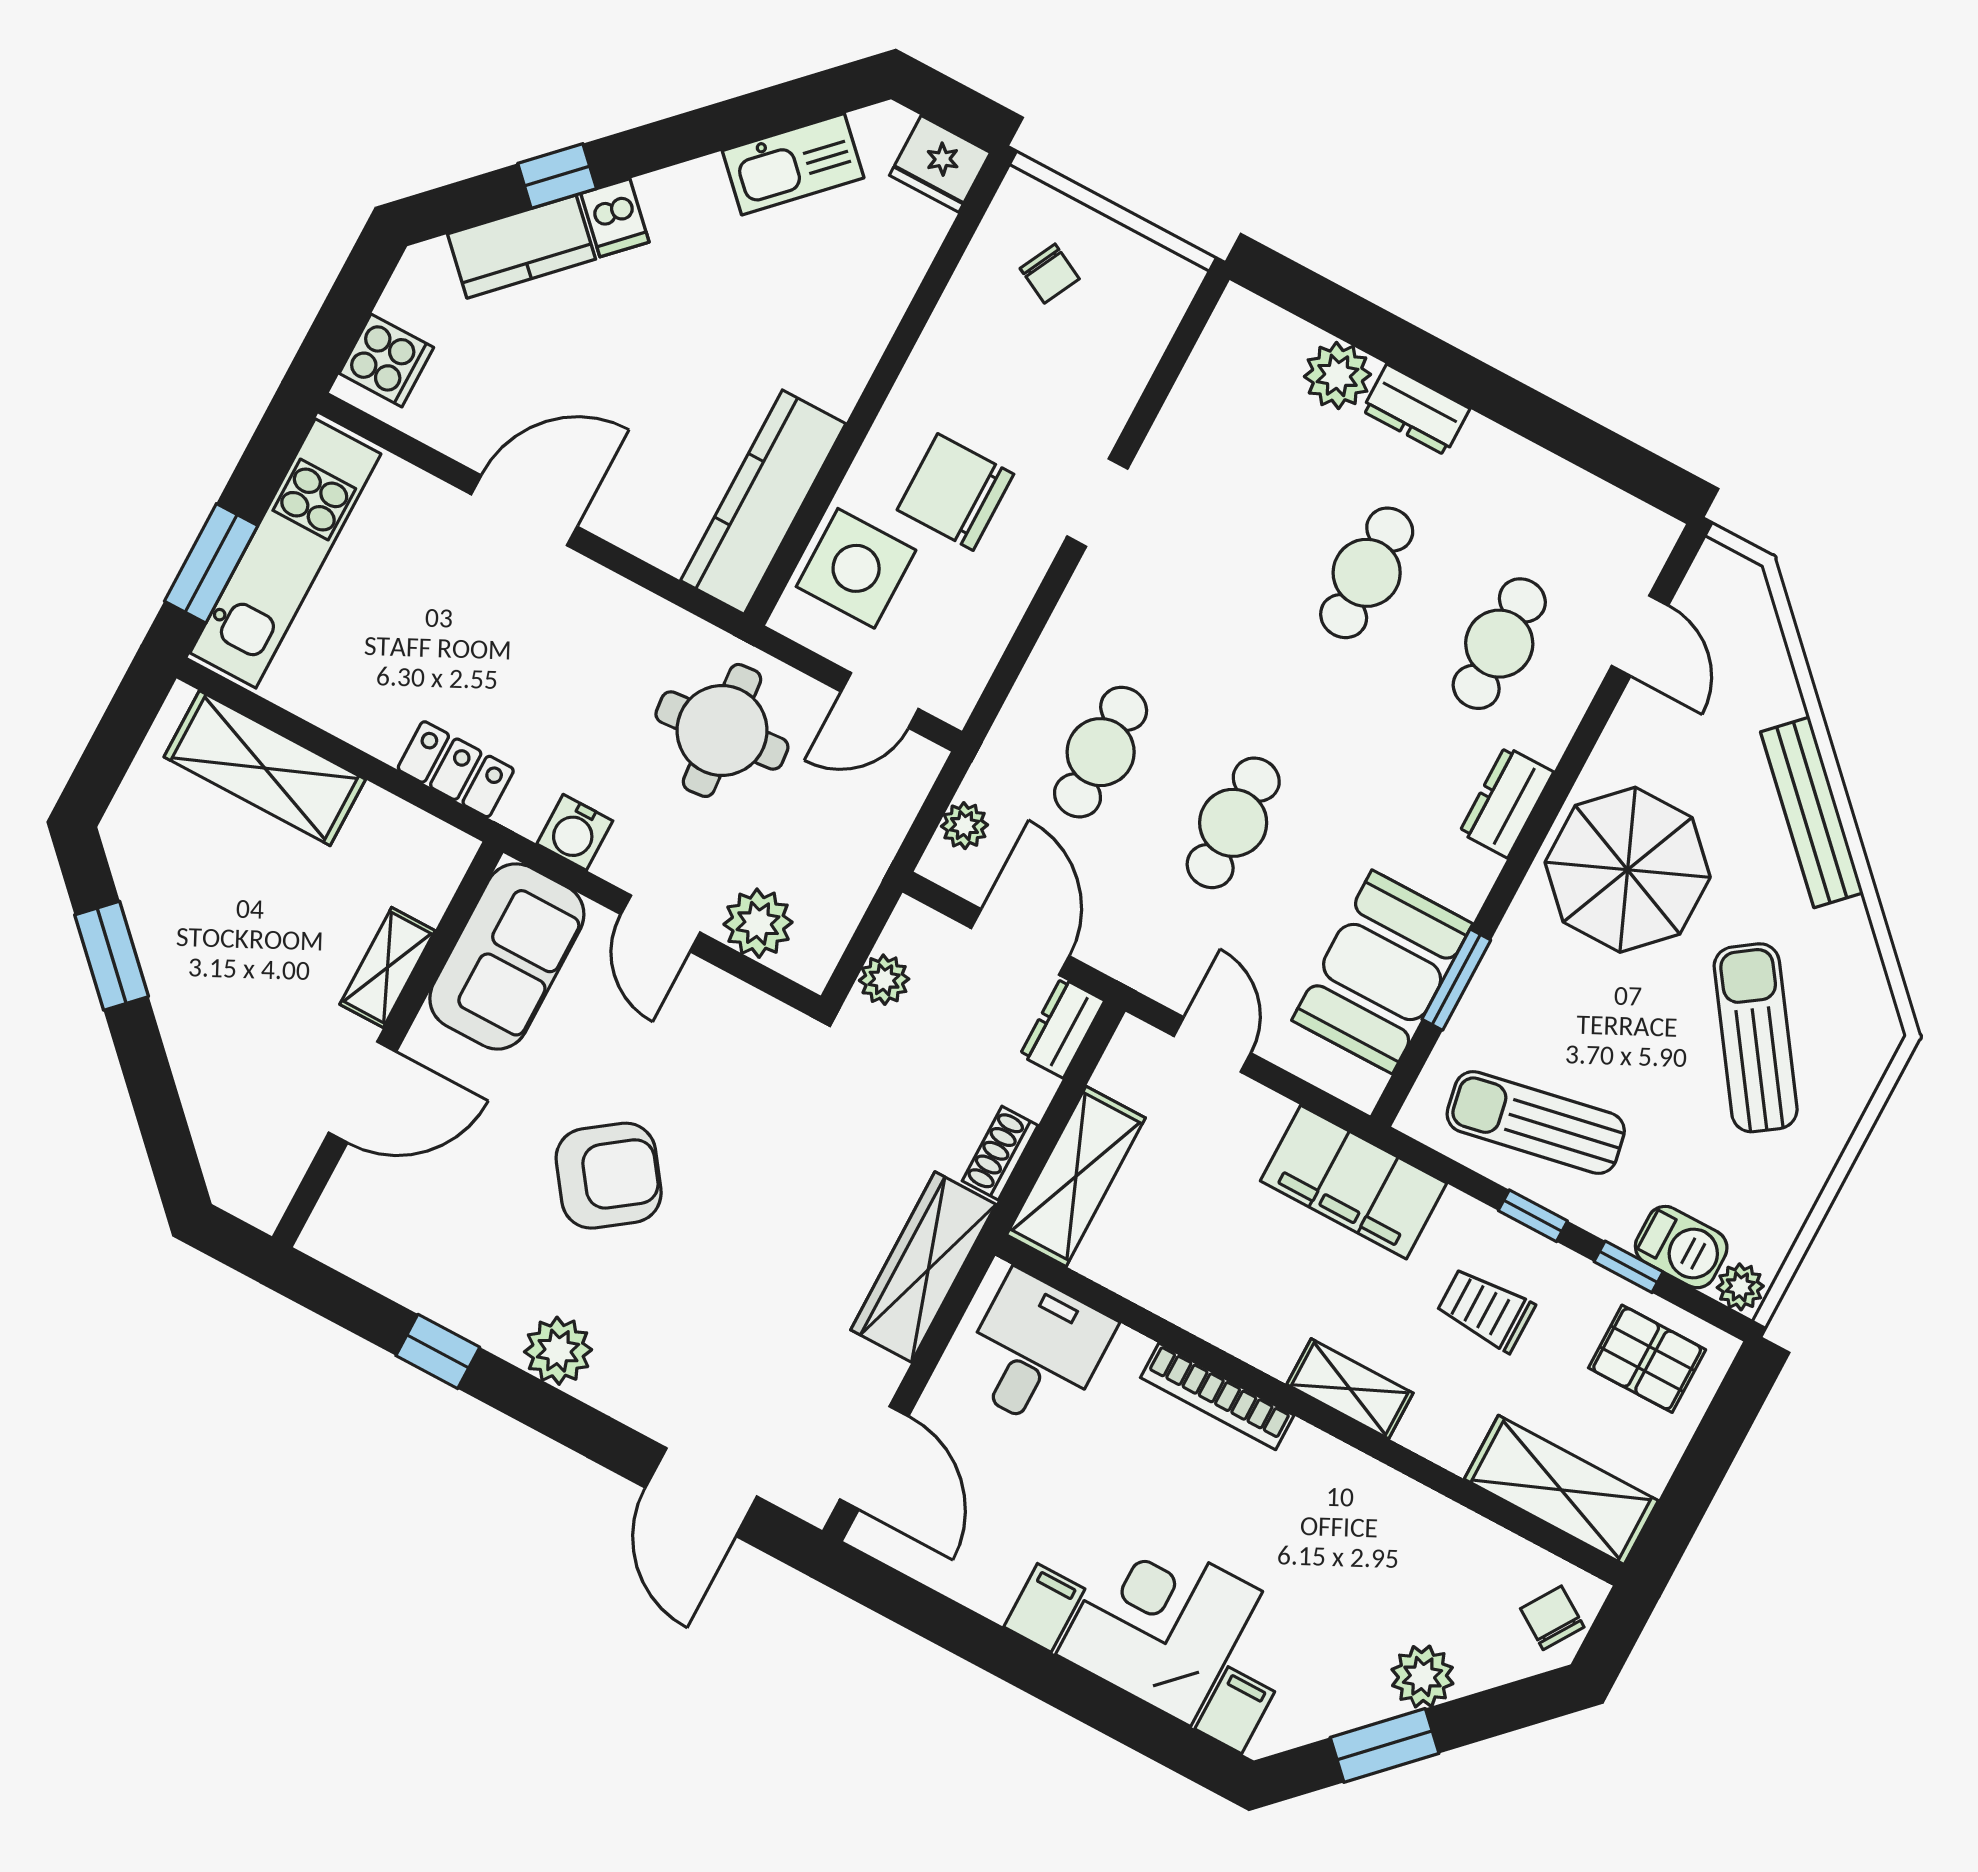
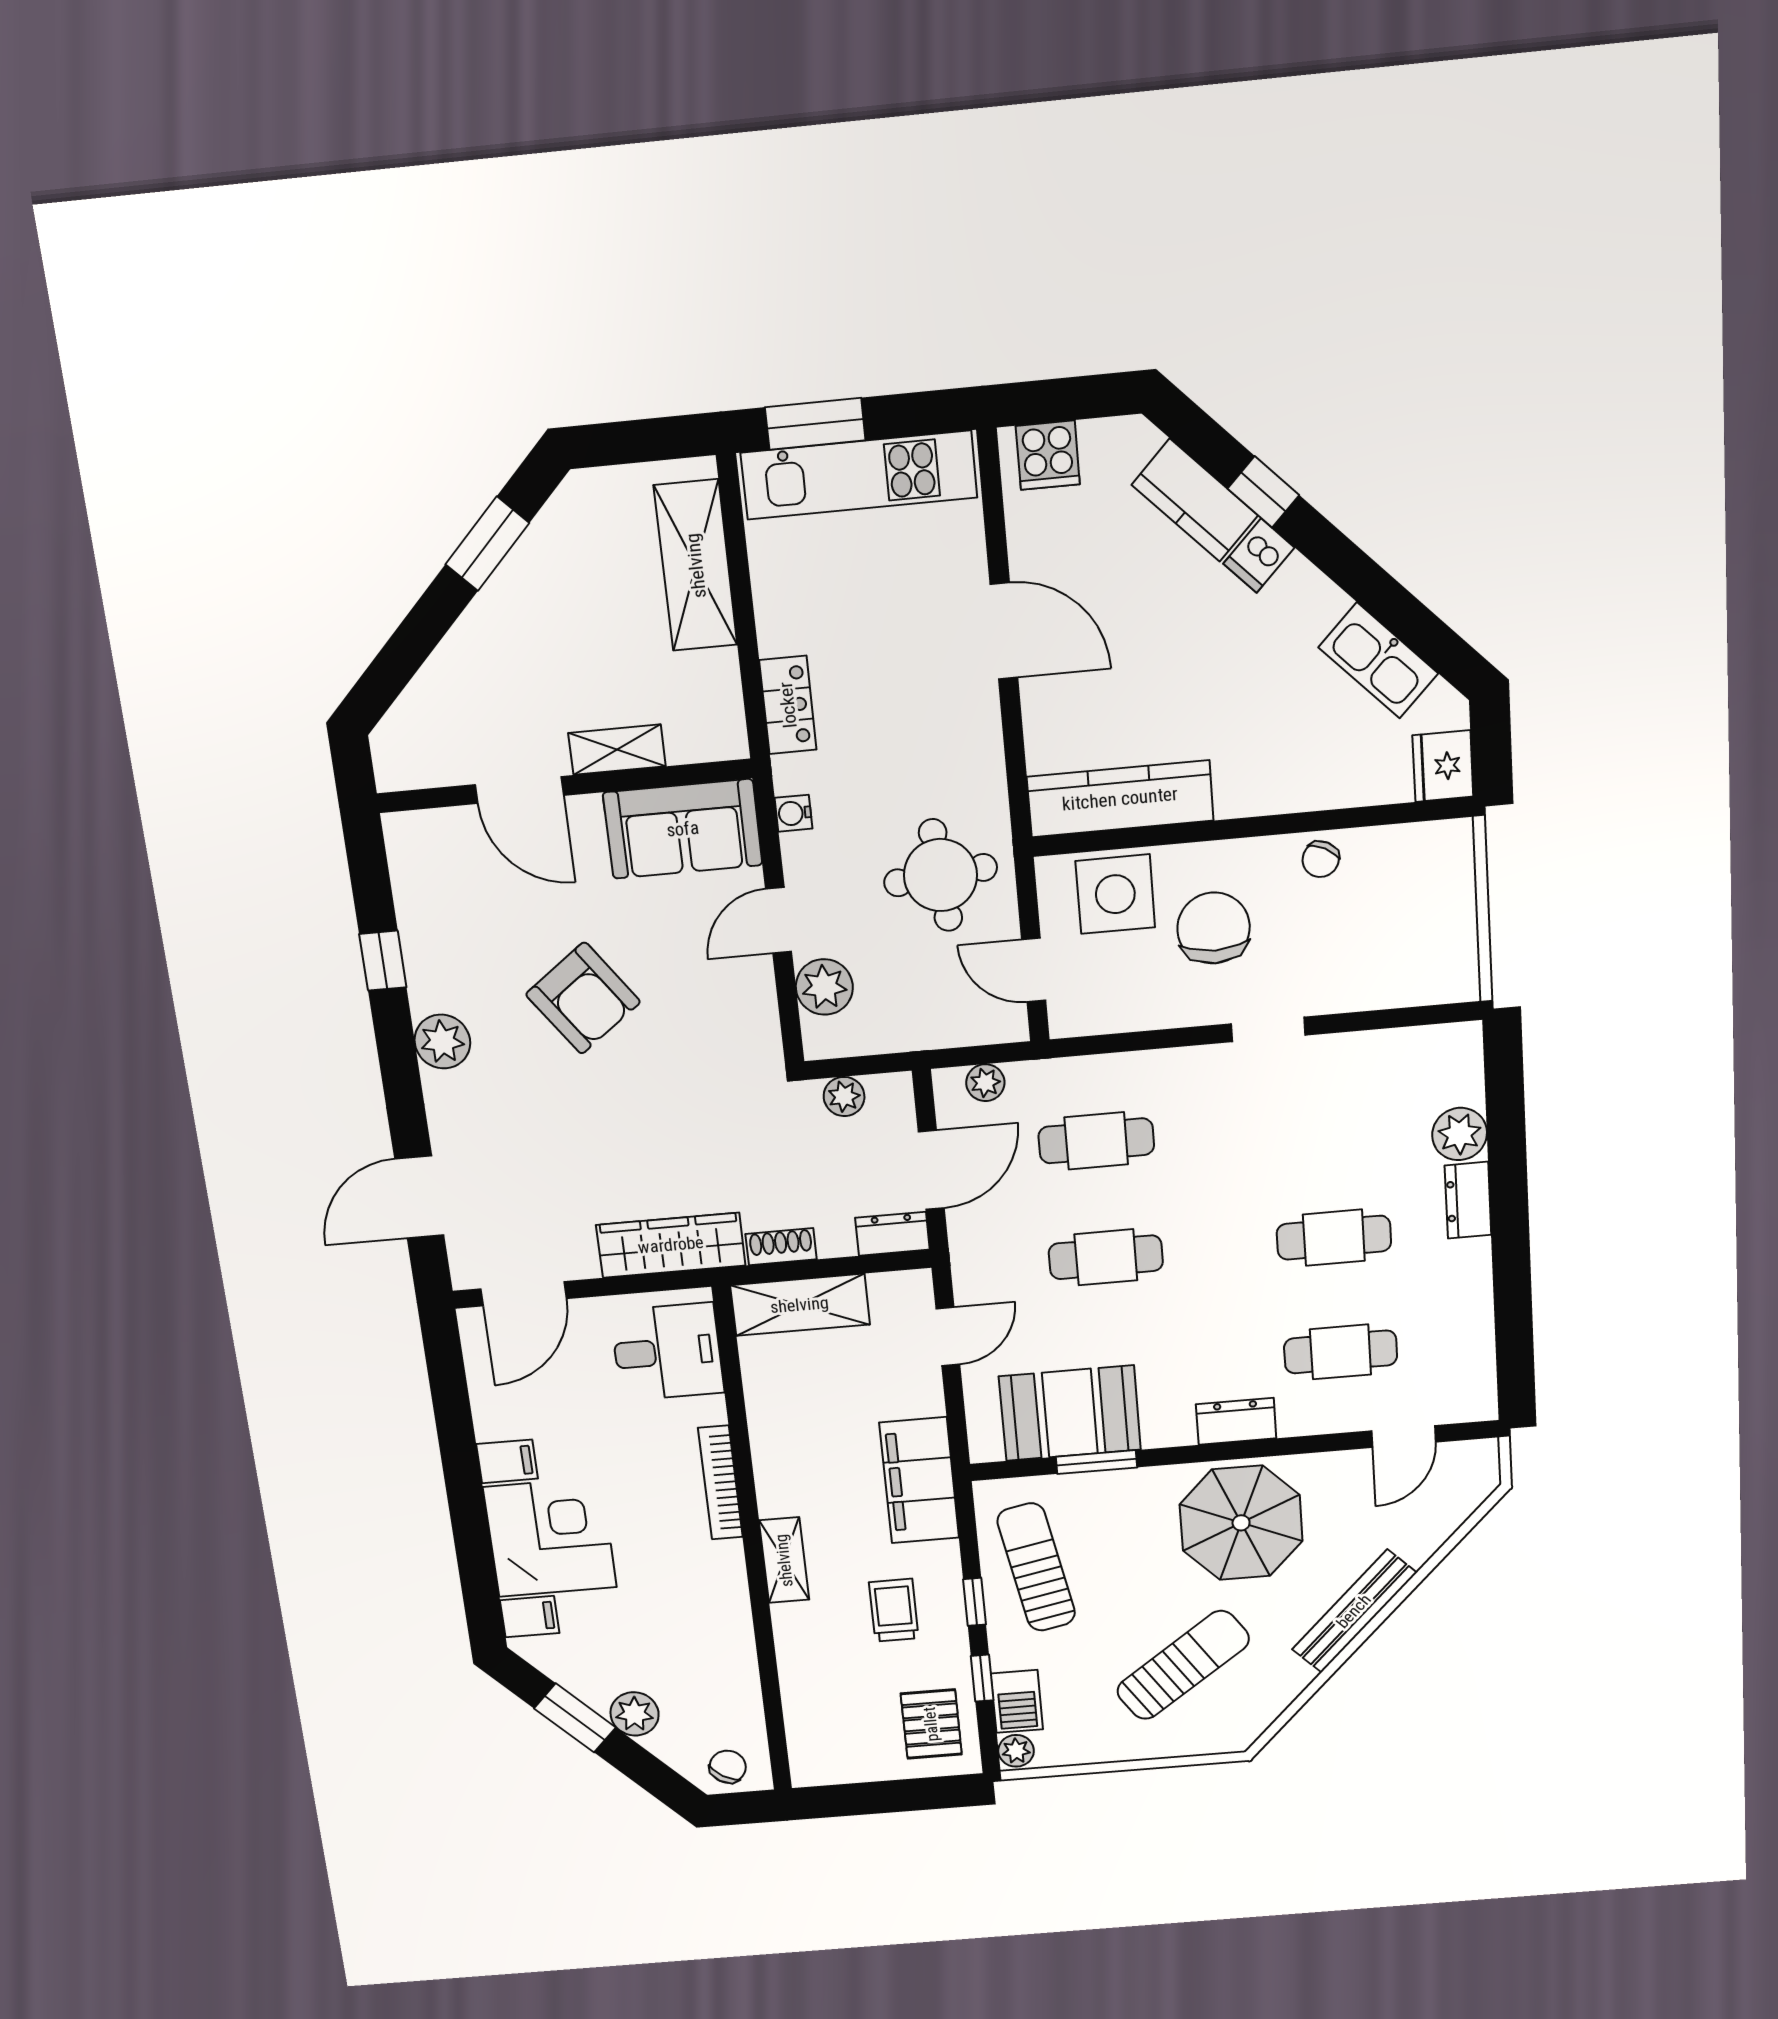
chair: (1050, 274) -> (1321, 859), moved
water cooler: (575, 832) -> (794, 813), width x0.72, depth x0.72
shelving: (1561, 1490) -> (812, 1724), removed

